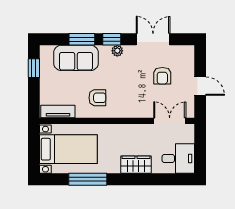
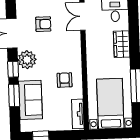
plant: (117, 51) -> (27, 60), width x1.88, depth x1.88

